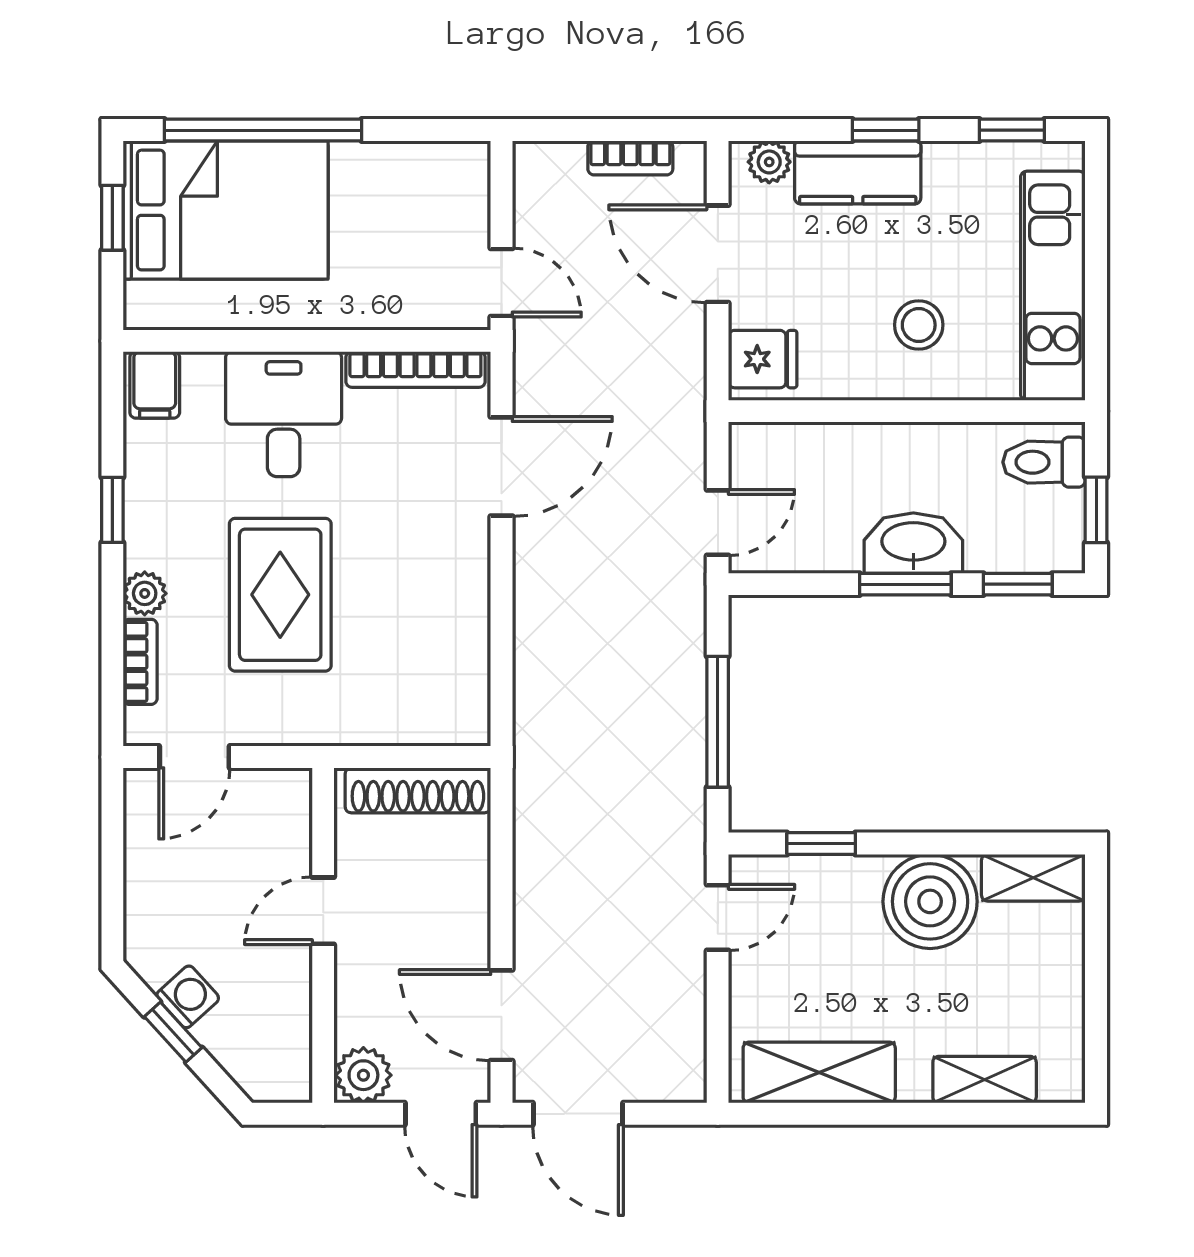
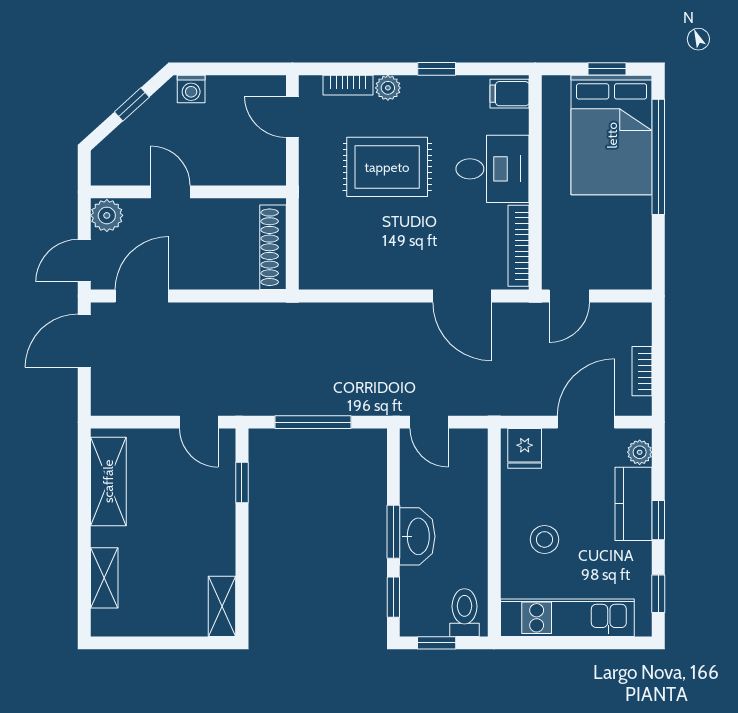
boiler: (930, 901) -> (208, 546), removed
door: (323, 911) -> (170, 192), moved
washing machine: (188, 997) -> (191, 89), moved, turned 42

